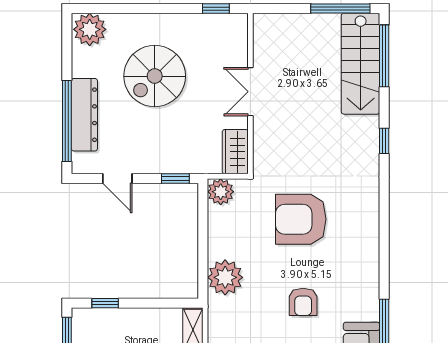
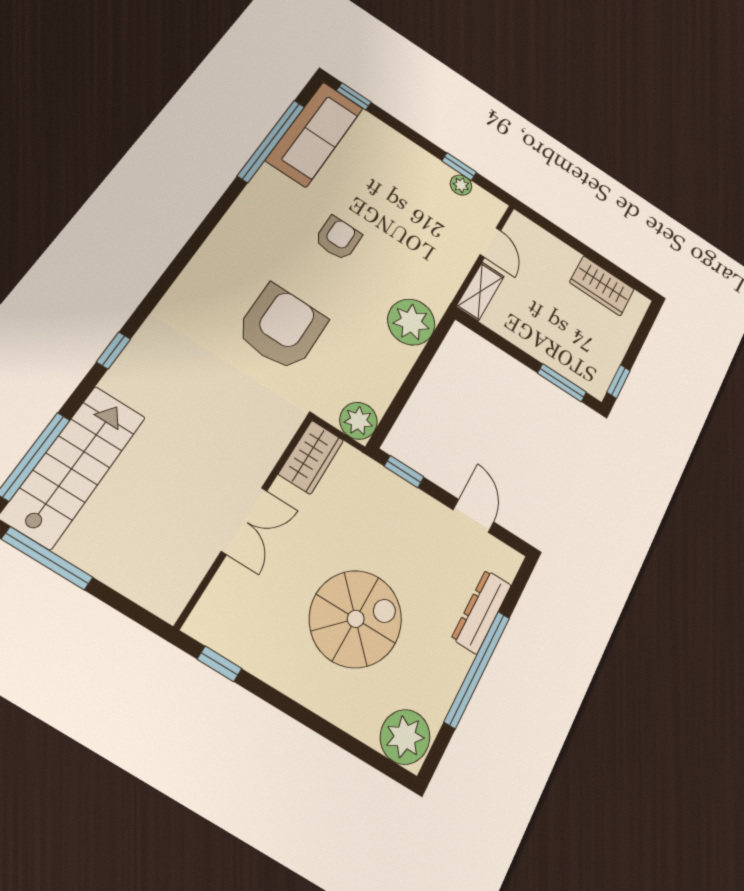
dresser: (84, 115) -> (481, 612), width x0.73, depth x0.80
window: (67, 121) -> (477, 669), moved
armchair: (301, 219) -> (282, 327), turned -90
window: (105, 303) -> (562, 383), width x1.50

